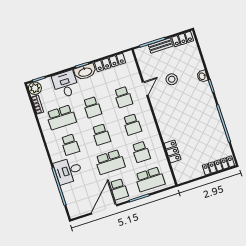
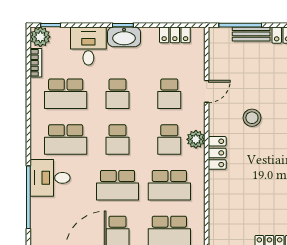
locker: (110, 62) -> (175, 35), width x0.66
stool: (172, 79) -> (252, 118), moved
plant: (148, 119) -> (196, 139), added
school desk: (70, 145) -> (66, 139), width x1.85
locker: (173, 151) -> (217, 153), moved
school desk: (141, 152) -> (169, 185), width x1.85

